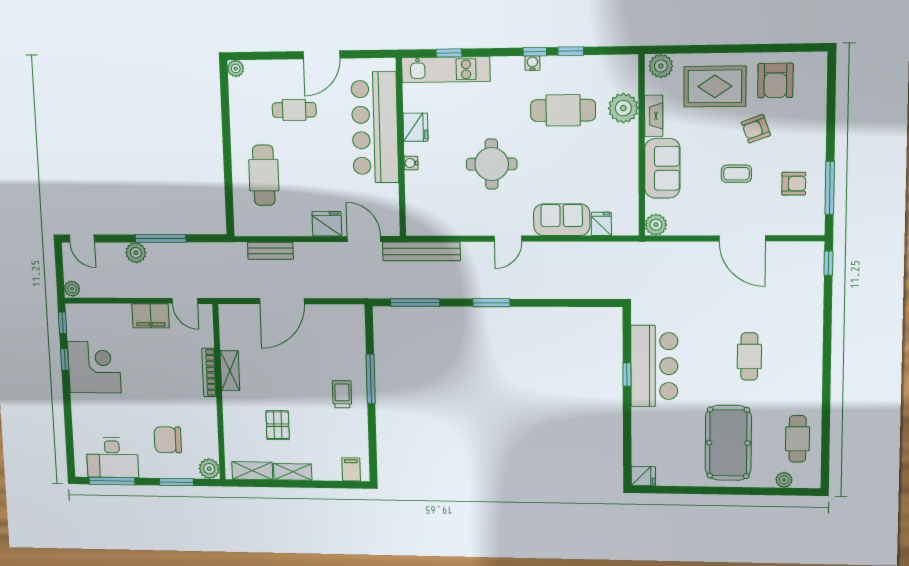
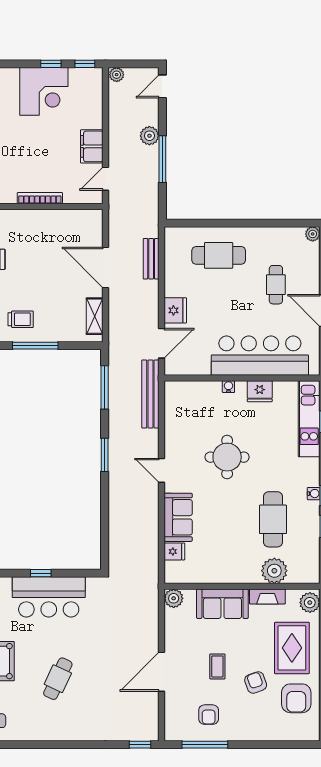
armchair: (775, 80) -> (296, 698), turned -90
cafe table: (749, 356) -> (58, 679), turned -65
shelving: (230, 371) -> (95, 316), moved, turned 90

